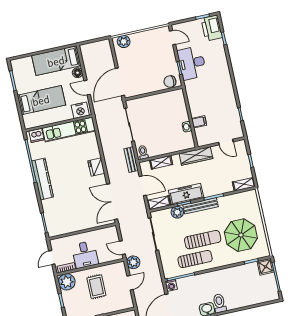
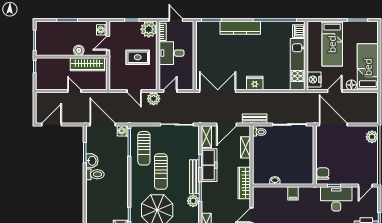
filing cabinet: (199, 122) -> (293, 193), moved
kitchen counter: (43, 179) -> (240, 28), moved
plant: (177, 212) -> (193, 201), moved
sun lounger: (195, 259) -> (144, 148), moved

